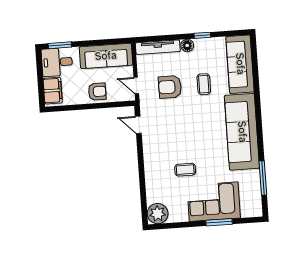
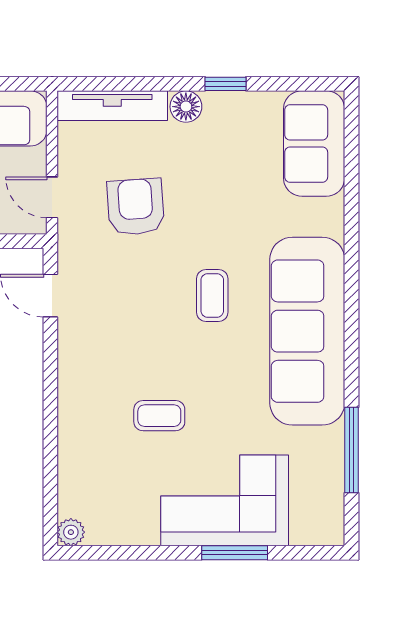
sofa: (240, 64) -> (314, 144), width x0.73
coffee table: (204, 84) -> (212, 295), moved
armchair: (170, 87) -> (136, 207), turned 86
plant: (158, 214) -> (71, 532), width x0.53, depth x0.53

